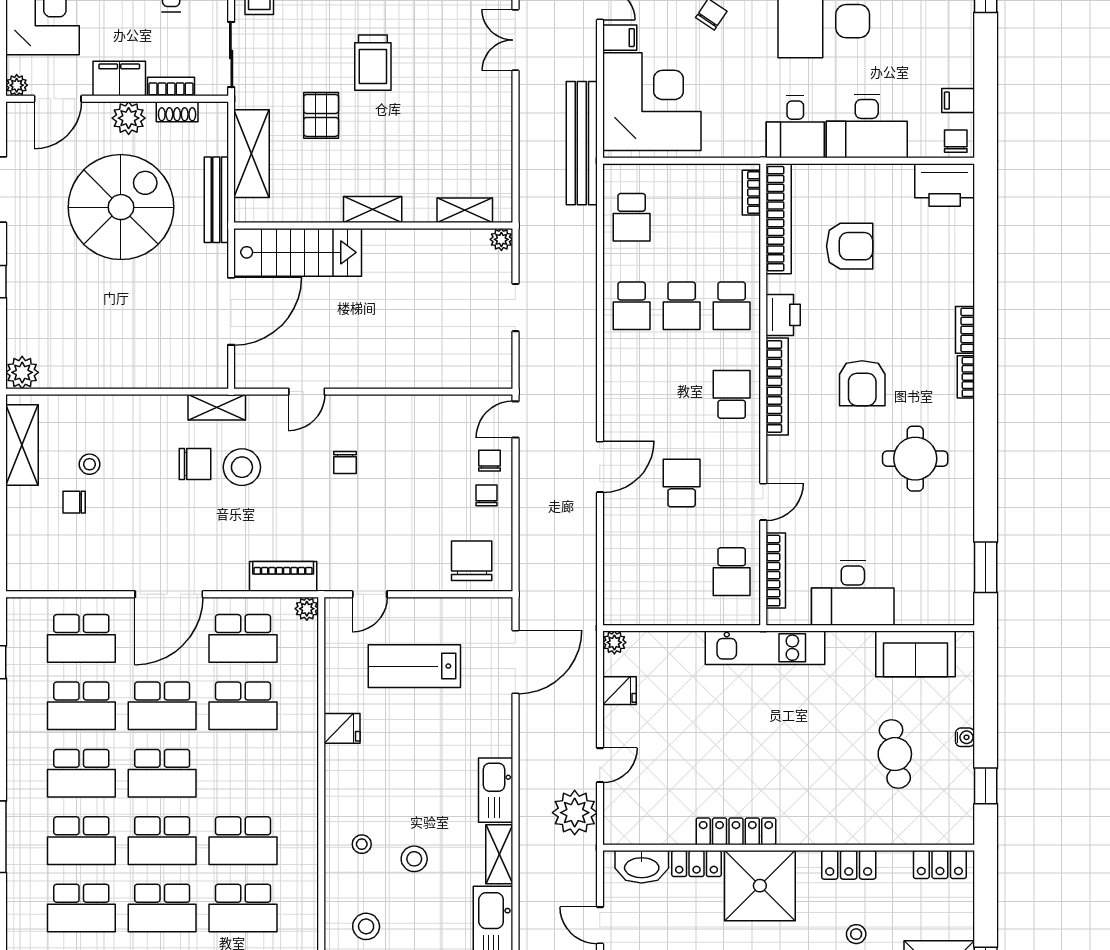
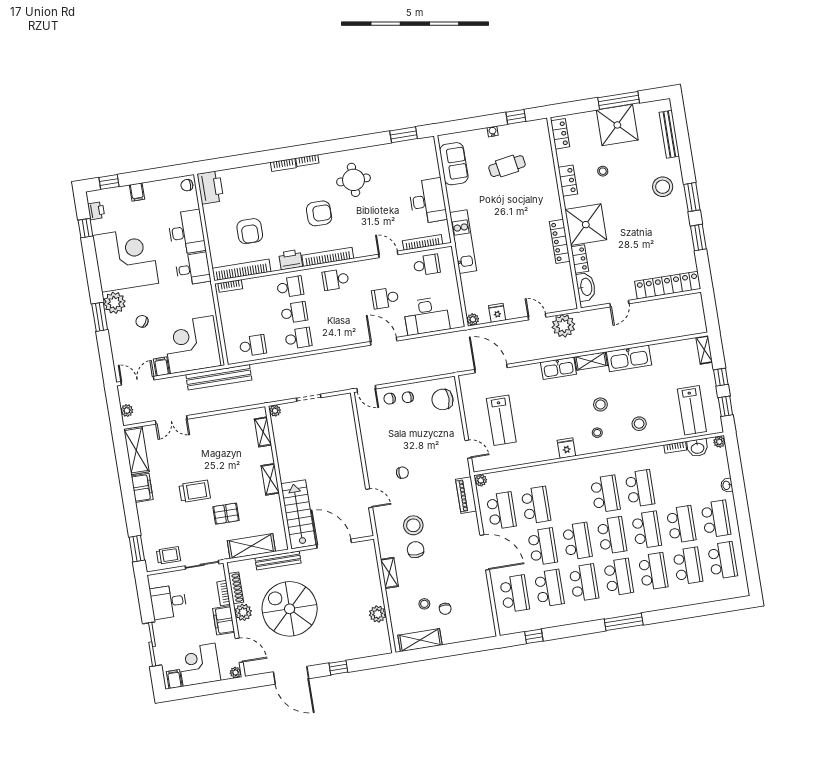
filing cabinet: (958, 101) -> (137, 192), moved
shoe rack: (177, 112) -> (236, 588), width x1.43
armchair: (850, 246) -> (250, 231), turned 180
plant: (22, 372) -> (378, 614), moved
shelving: (217, 407) -> (389, 573), moved
desk: (635, 556) -> (427, 316), added
fridge: (342, 728) -> (566, 448), moved

